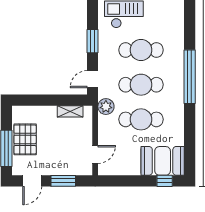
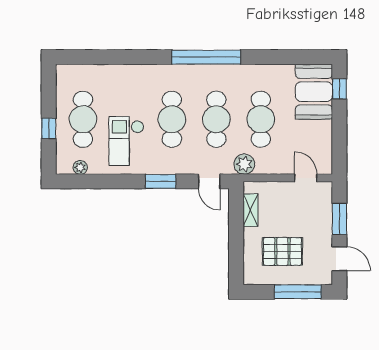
pallet: (25, 139) -> (282, 251), moved

